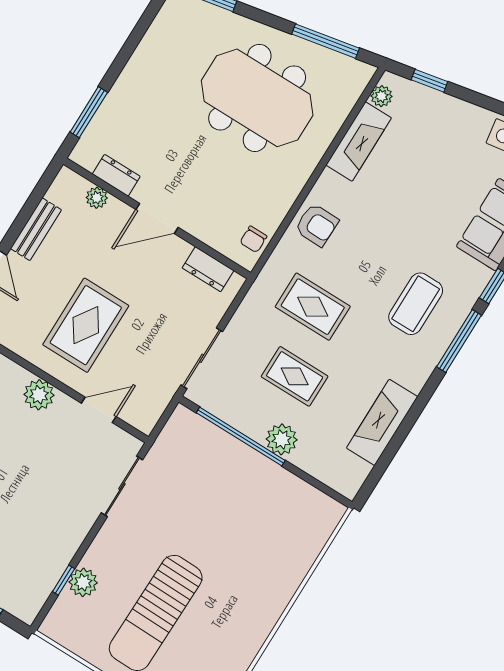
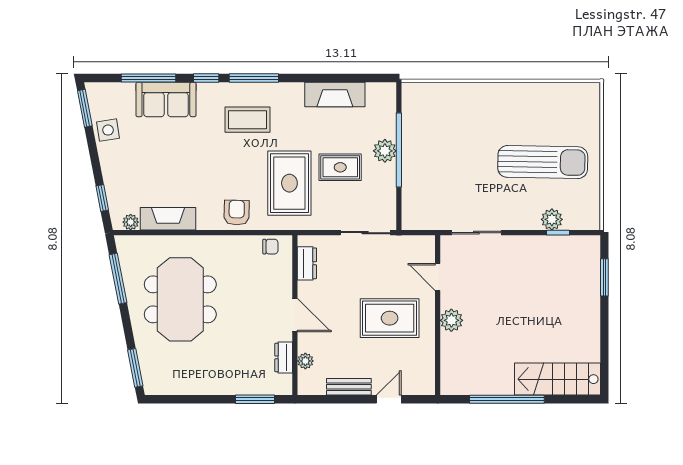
rug: (313, 307) -> (289, 183), width x1.36, depth x1.43
rug: (295, 376) -> (340, 167), turned 90
window: (241, 437) -> (399, 150), moved

